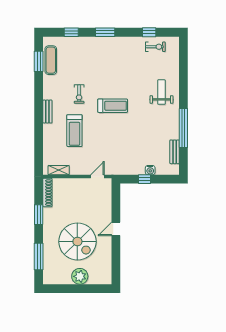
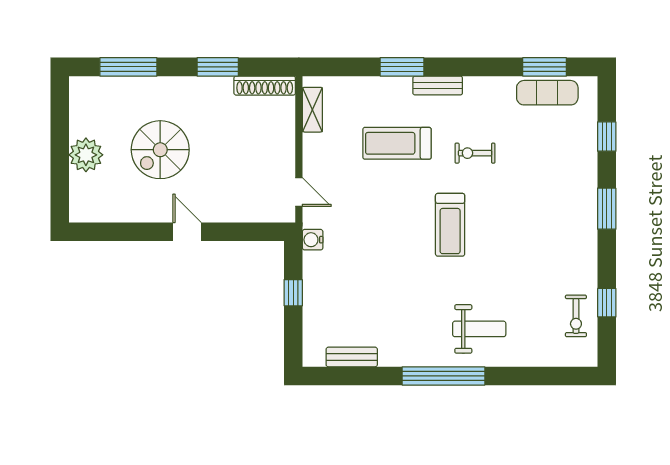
window: (39, 128) -> (402, 67), added
window: (183, 128) -> (443, 376), moved
water cooler: (150, 170) -> (313, 240), moved
spiral stairs: (77, 242) -> (160, 150), width x0.73, depth x0.73

